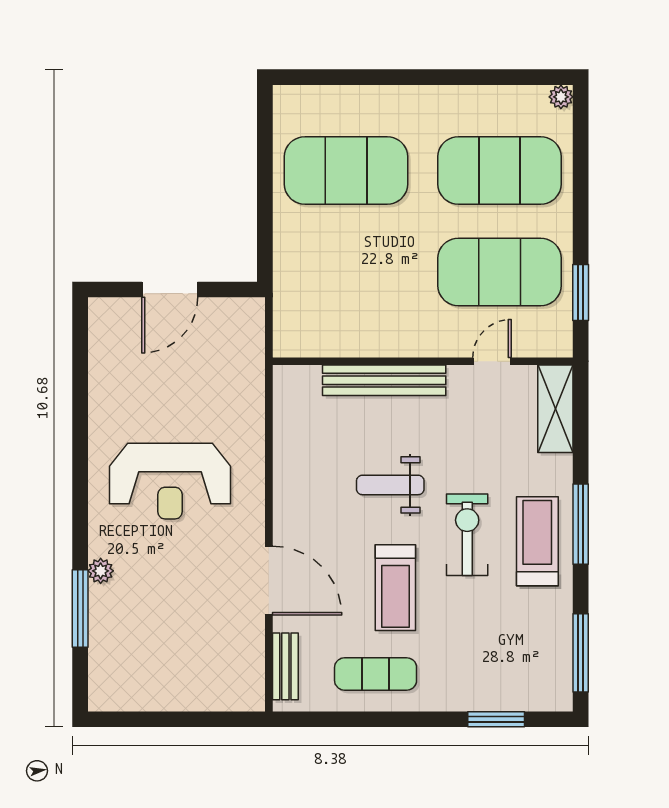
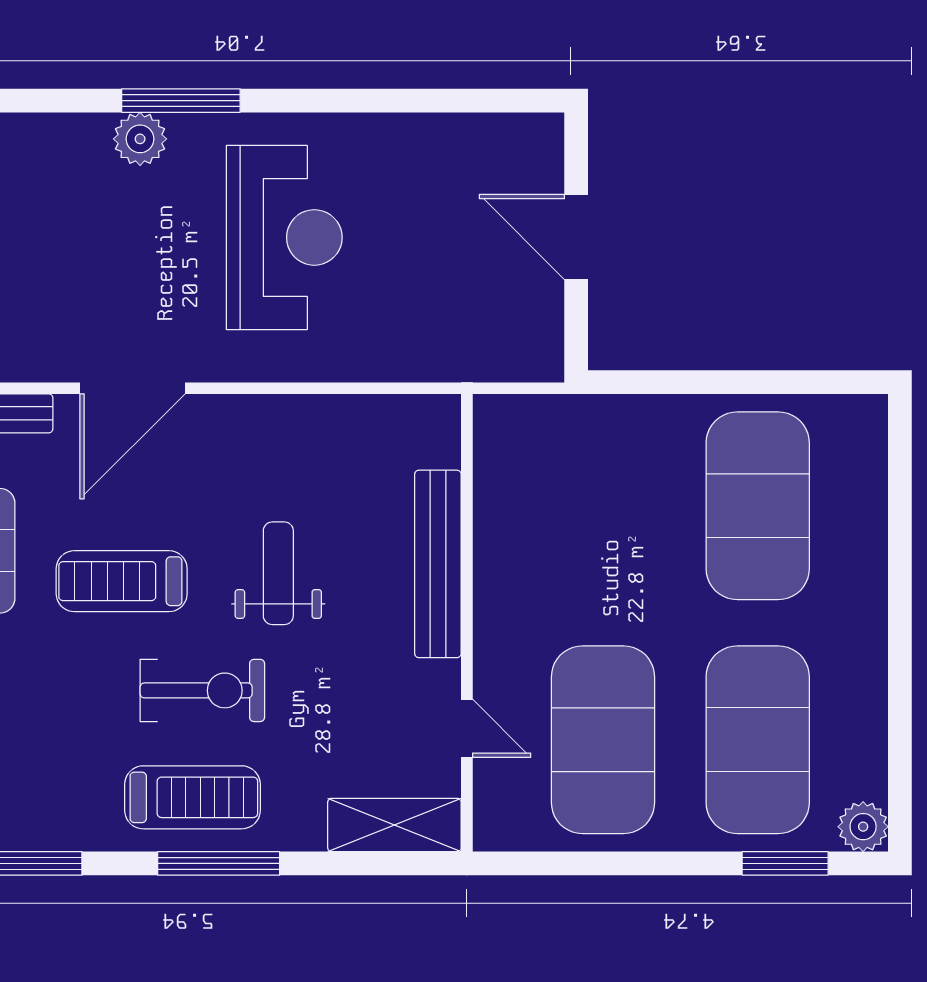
plant: (561, 97) -> (863, 827), width x1.38, depth x1.38
window: (581, 292) -> (785, 863), moved
reception desk: (170, 481) -> (284, 237), turned 180
plant: (101, 571) -> (140, 139), width x1.38, depth x1.38
window: (80, 609) -> (181, 101), moved

